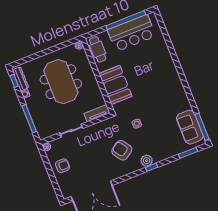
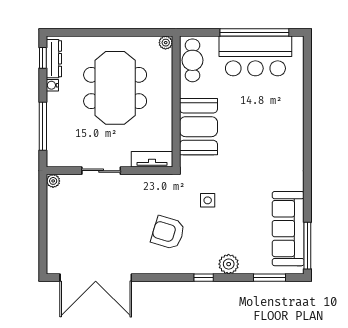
sofa: (190, 127) -> (288, 229), width x1.36
armchair: (122, 150) -> (168, 233), turned -39
plant: (147, 161) -> (229, 264), moved
armchair: (62, 166) -> (66, 220), removed

